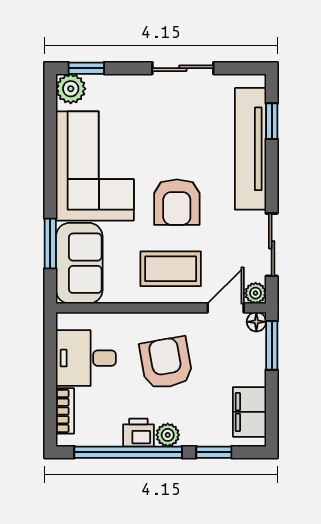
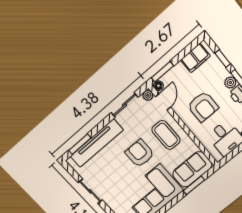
window: (272, 121) -> (80, 144), width x1.50
armchair: (177, 202) -> (140, 153), turned -90
door: (226, 308) -> (163, 102), swing flipped
armchair: (166, 363) -> (203, 107), turned -80

